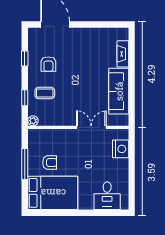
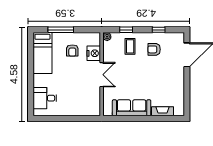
double door: (91, 127) -> (102, 75), moved
nightstand: (121, 149) -> (94, 53), moved, turned -90
window: (25, 164) -> (61, 30), moved
bed: (53, 193) -> (42, 53), width x0.67

